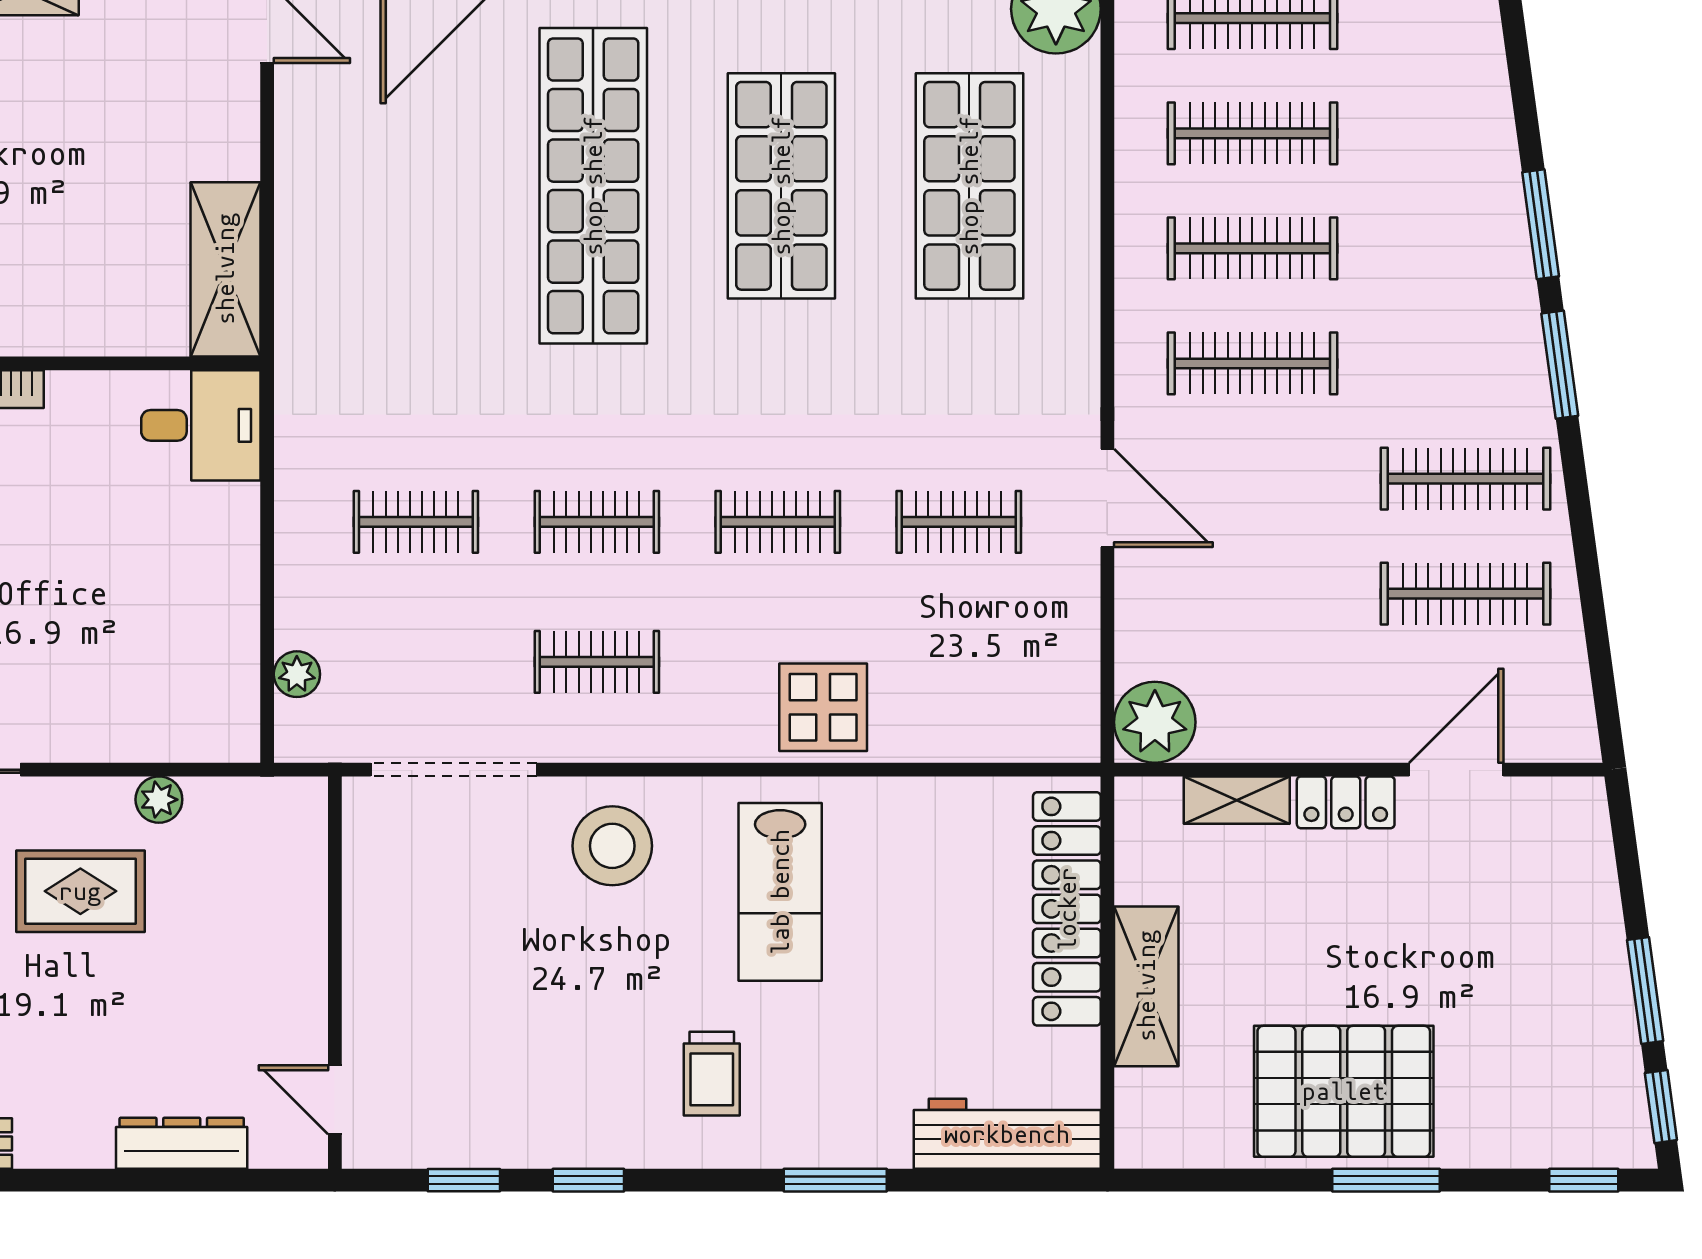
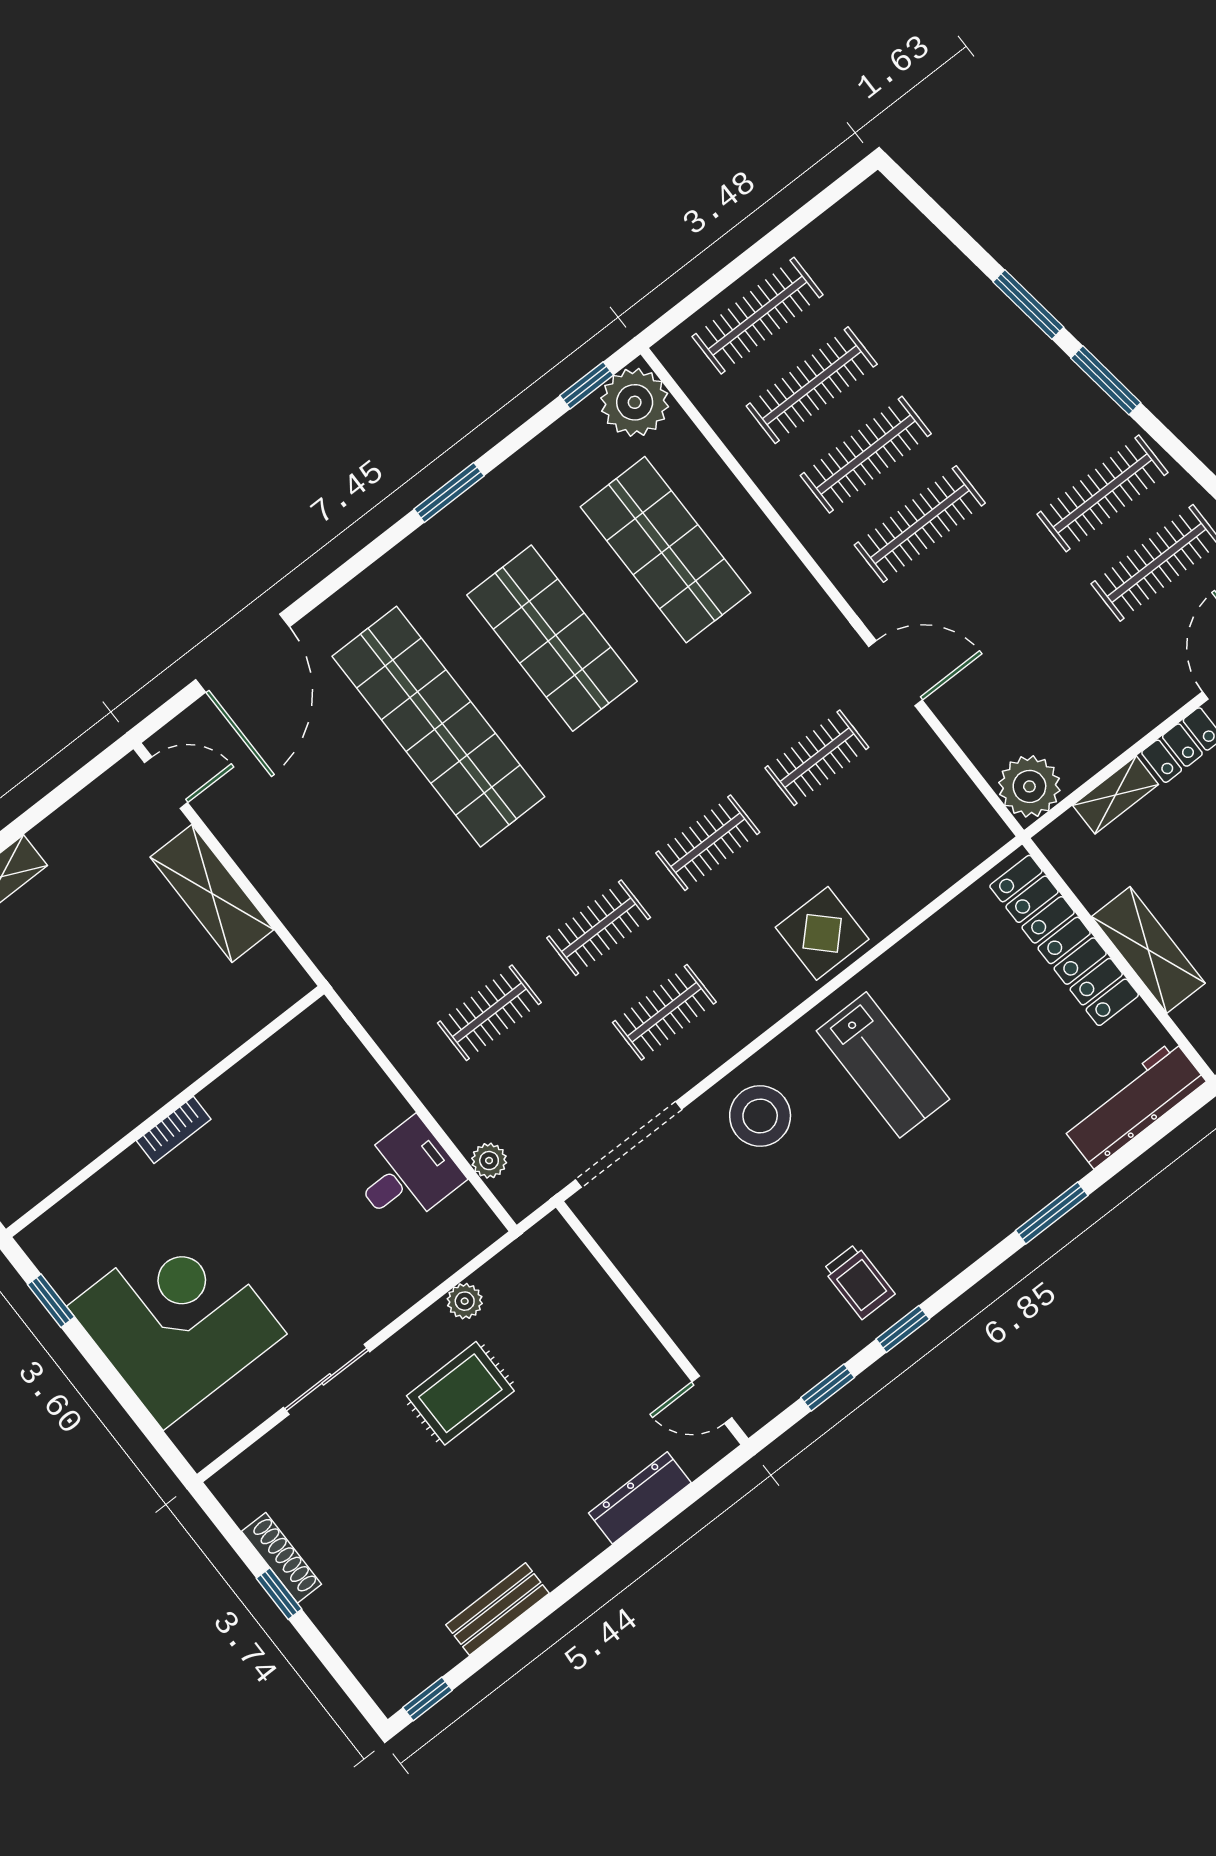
shelving: (225, 269) -> (212, 893), moved
desk: (201, 425) -> (406, 1174), moved
trolley: (712, 1074) -> (859, 1282), moved

